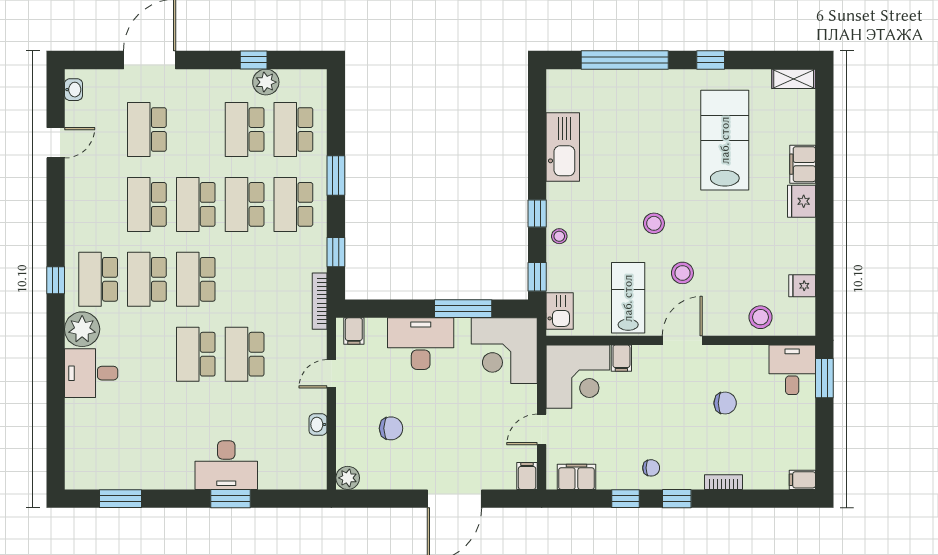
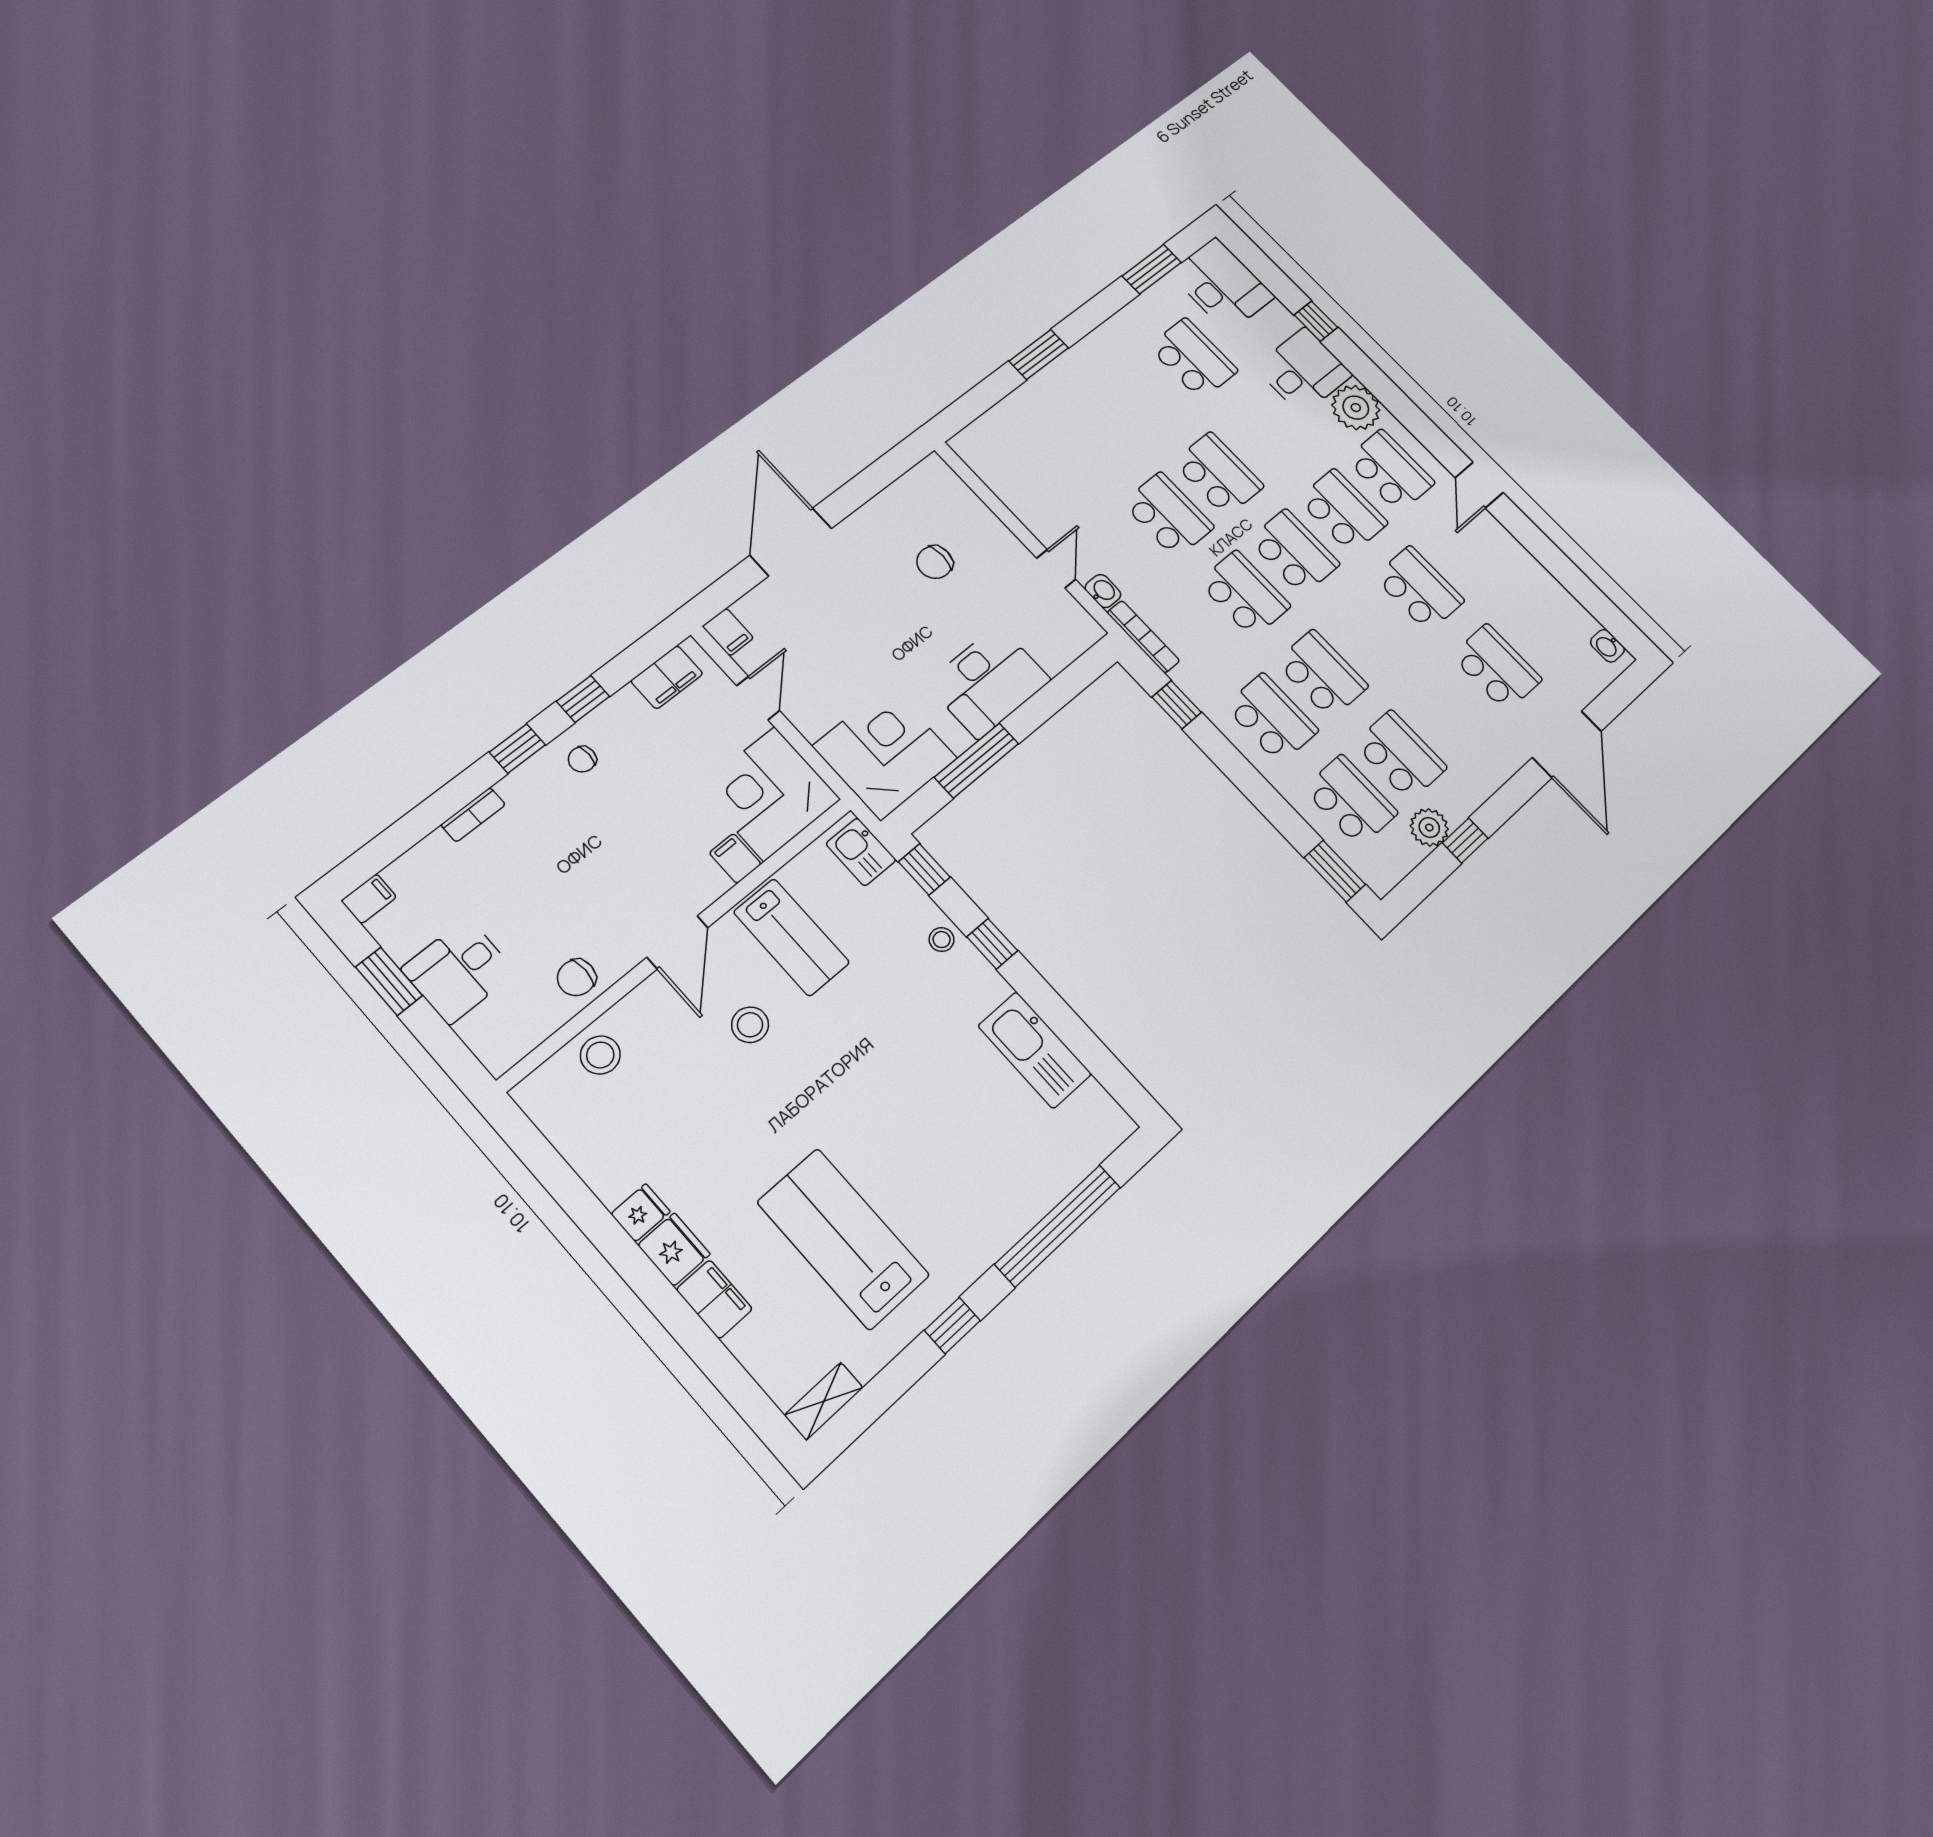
lab bench: (725, 140) -> (843, 1239), turned 180
door: (56, 143) -> (1479, 485), moved
window: (336, 176) -> (1335, 871), moved
school desk: (196, 204) -> (1244, 594), moved
stool: (654, 223) -> (840, 1055), removed
window: (56, 280) -> (1316, 321), moved
fridge: (802, 286) -> (641, 1213), moved
filing cabinet: (354, 331) -> (1075, 635), removed
desk: (792, 370) -> (458, 971), moved, turned 90
window: (824, 378) -> (389, 981), moved
chair: (725, 403) -> (576, 978), moved
washbasin: (318, 424) -> (1103, 591), moved
school desk: (147, 429) -> (1193, 359), added
desk: (226, 465) -> (1222, 285), moved, turned 90
plant: (348, 478) -> (933, 472), removed

